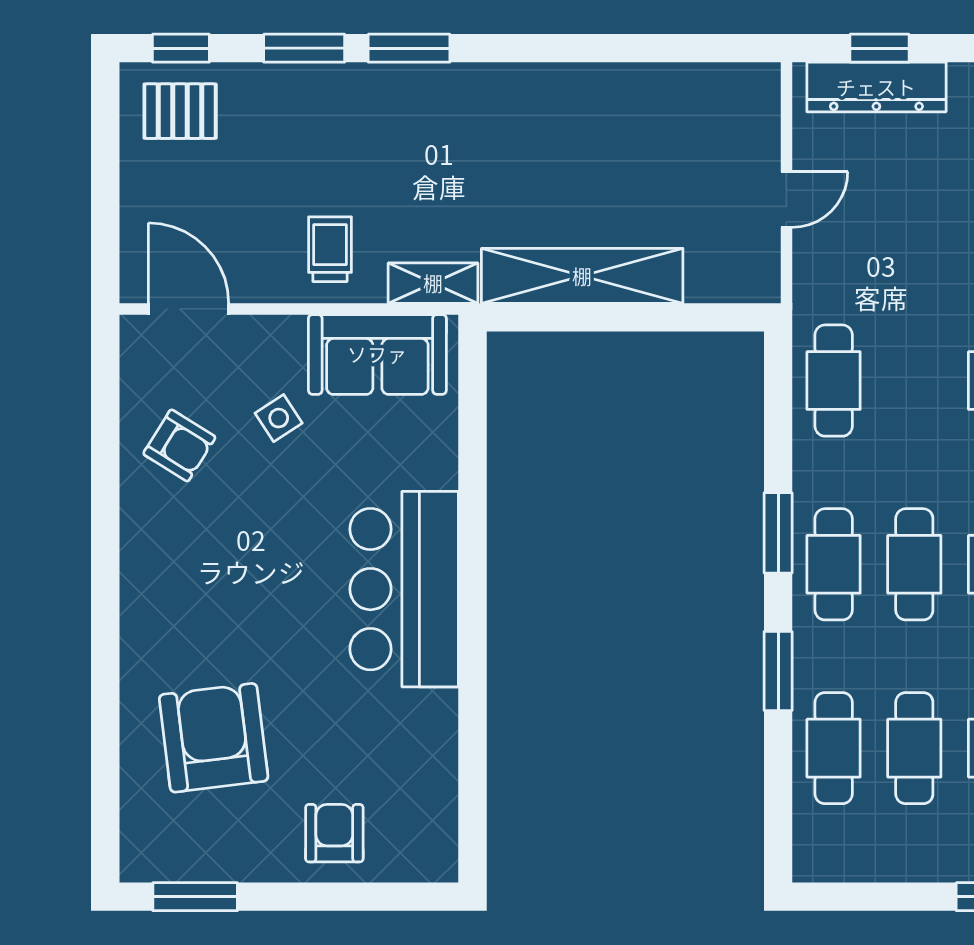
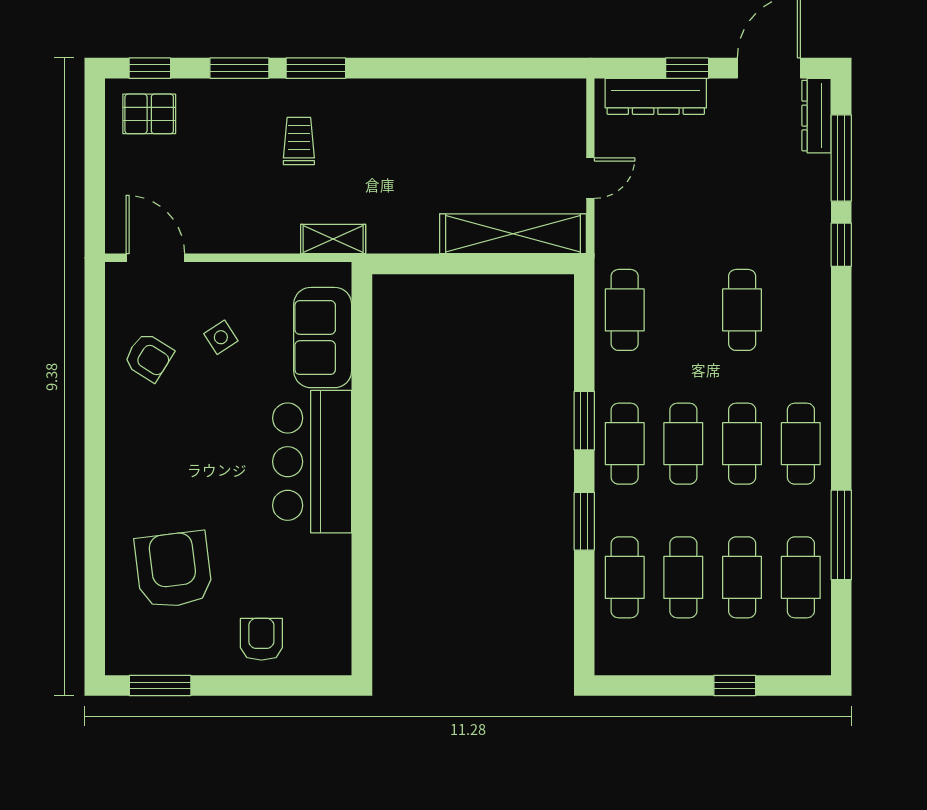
window: (880, 48) -> (687, 68), moved
trolley: (330, 249) -> (299, 141), moved
shelving: (582, 276) -> (513, 234), moved
sofa: (377, 354) -> (323, 338), moved, turned 90

